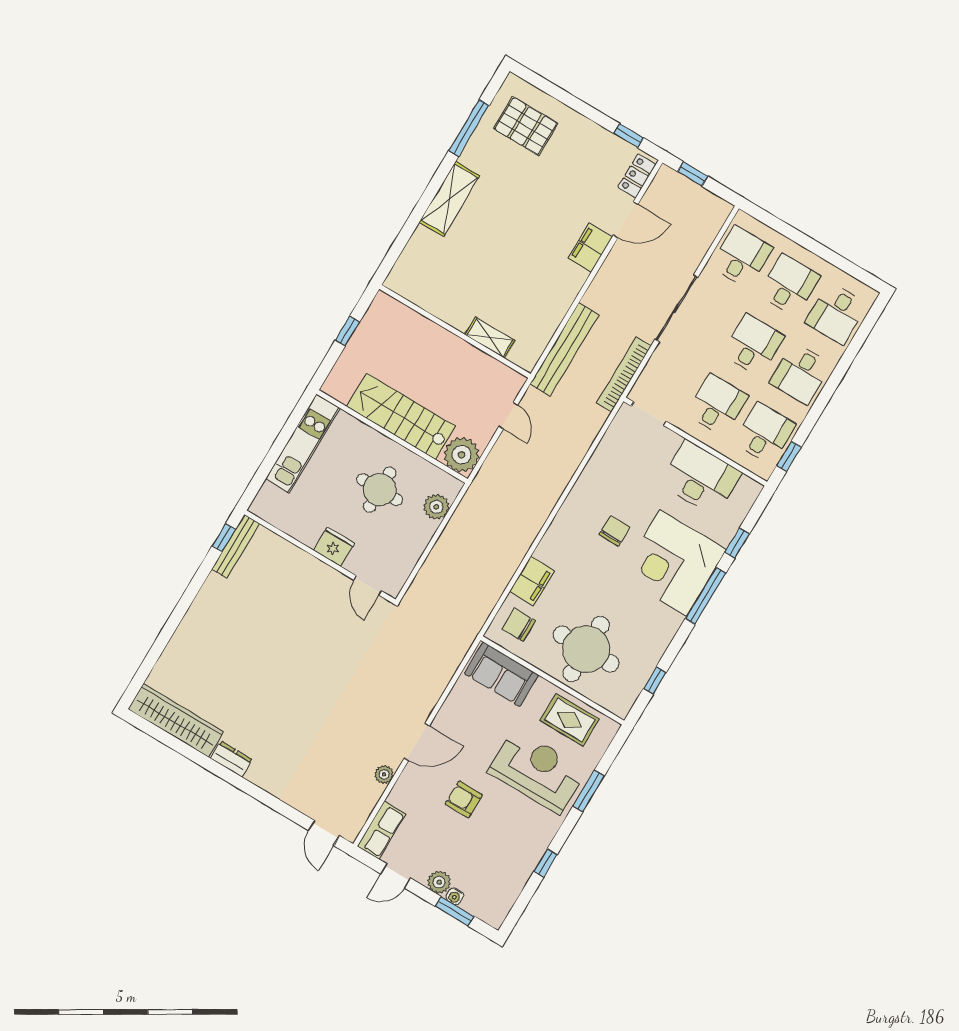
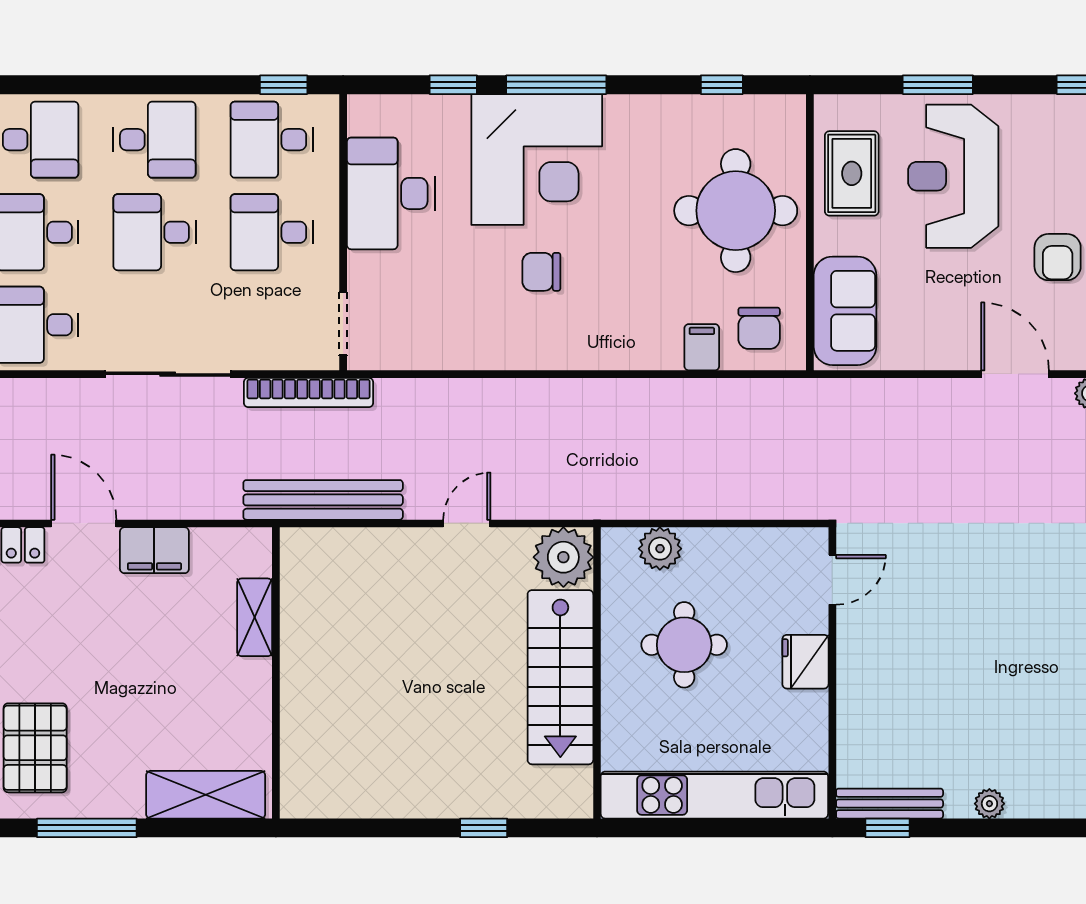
wall: (455, 331) -> (276, 673), moved
shelving: (490, 338) -> (255, 617), moved
kitchen unit: (303, 444) -> (714, 795), width x1.36
filing cabinet: (532, 581) -> (702, 347), width x0.50
plant: (205, 597) -> (989, 804), added

